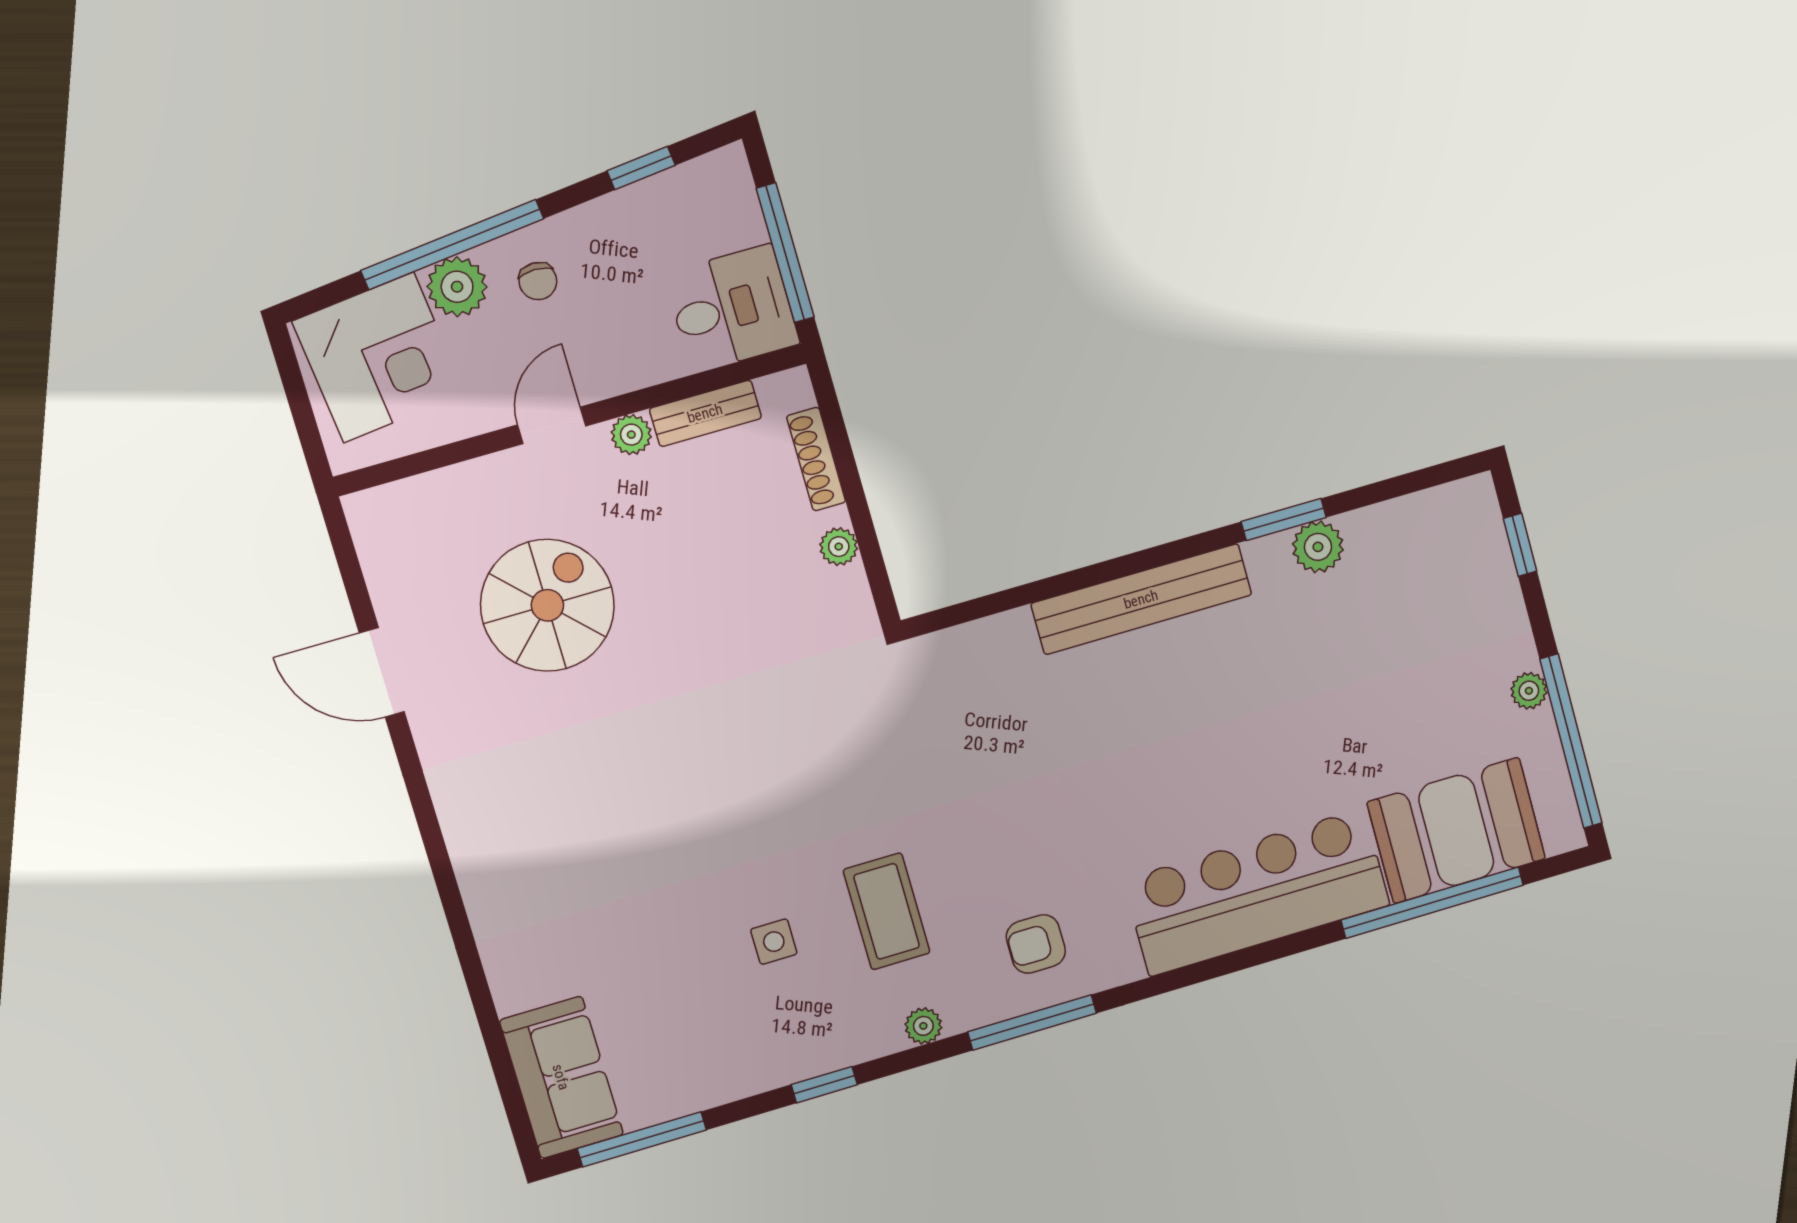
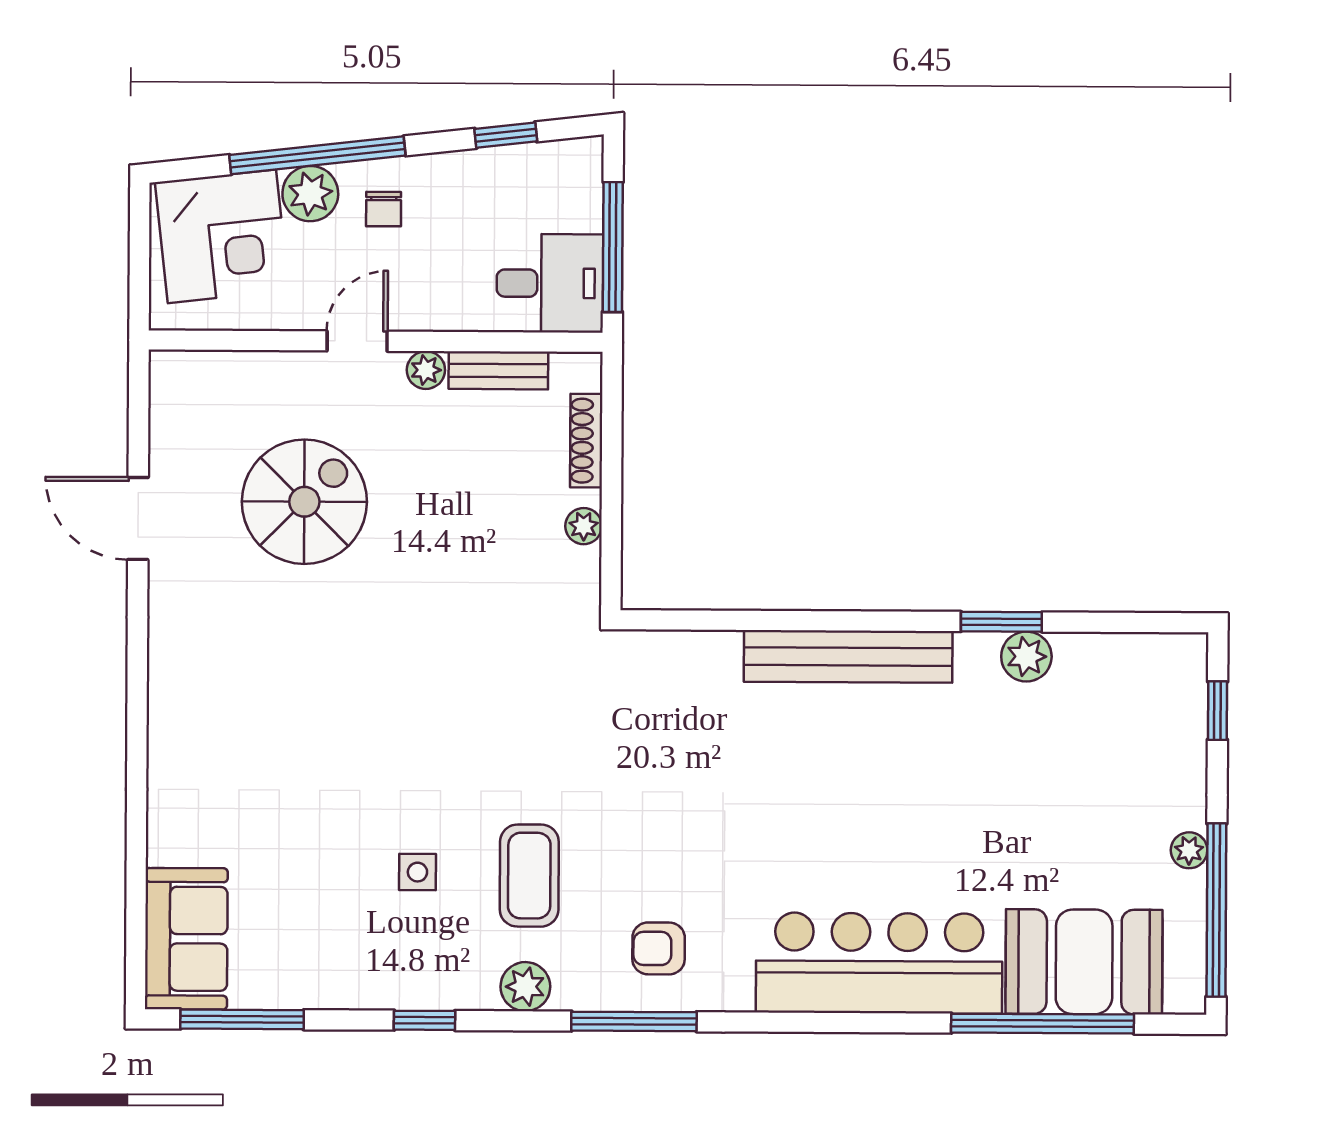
plant: (923, 1026) -> (525, 987), width x1.38, depth x1.38

